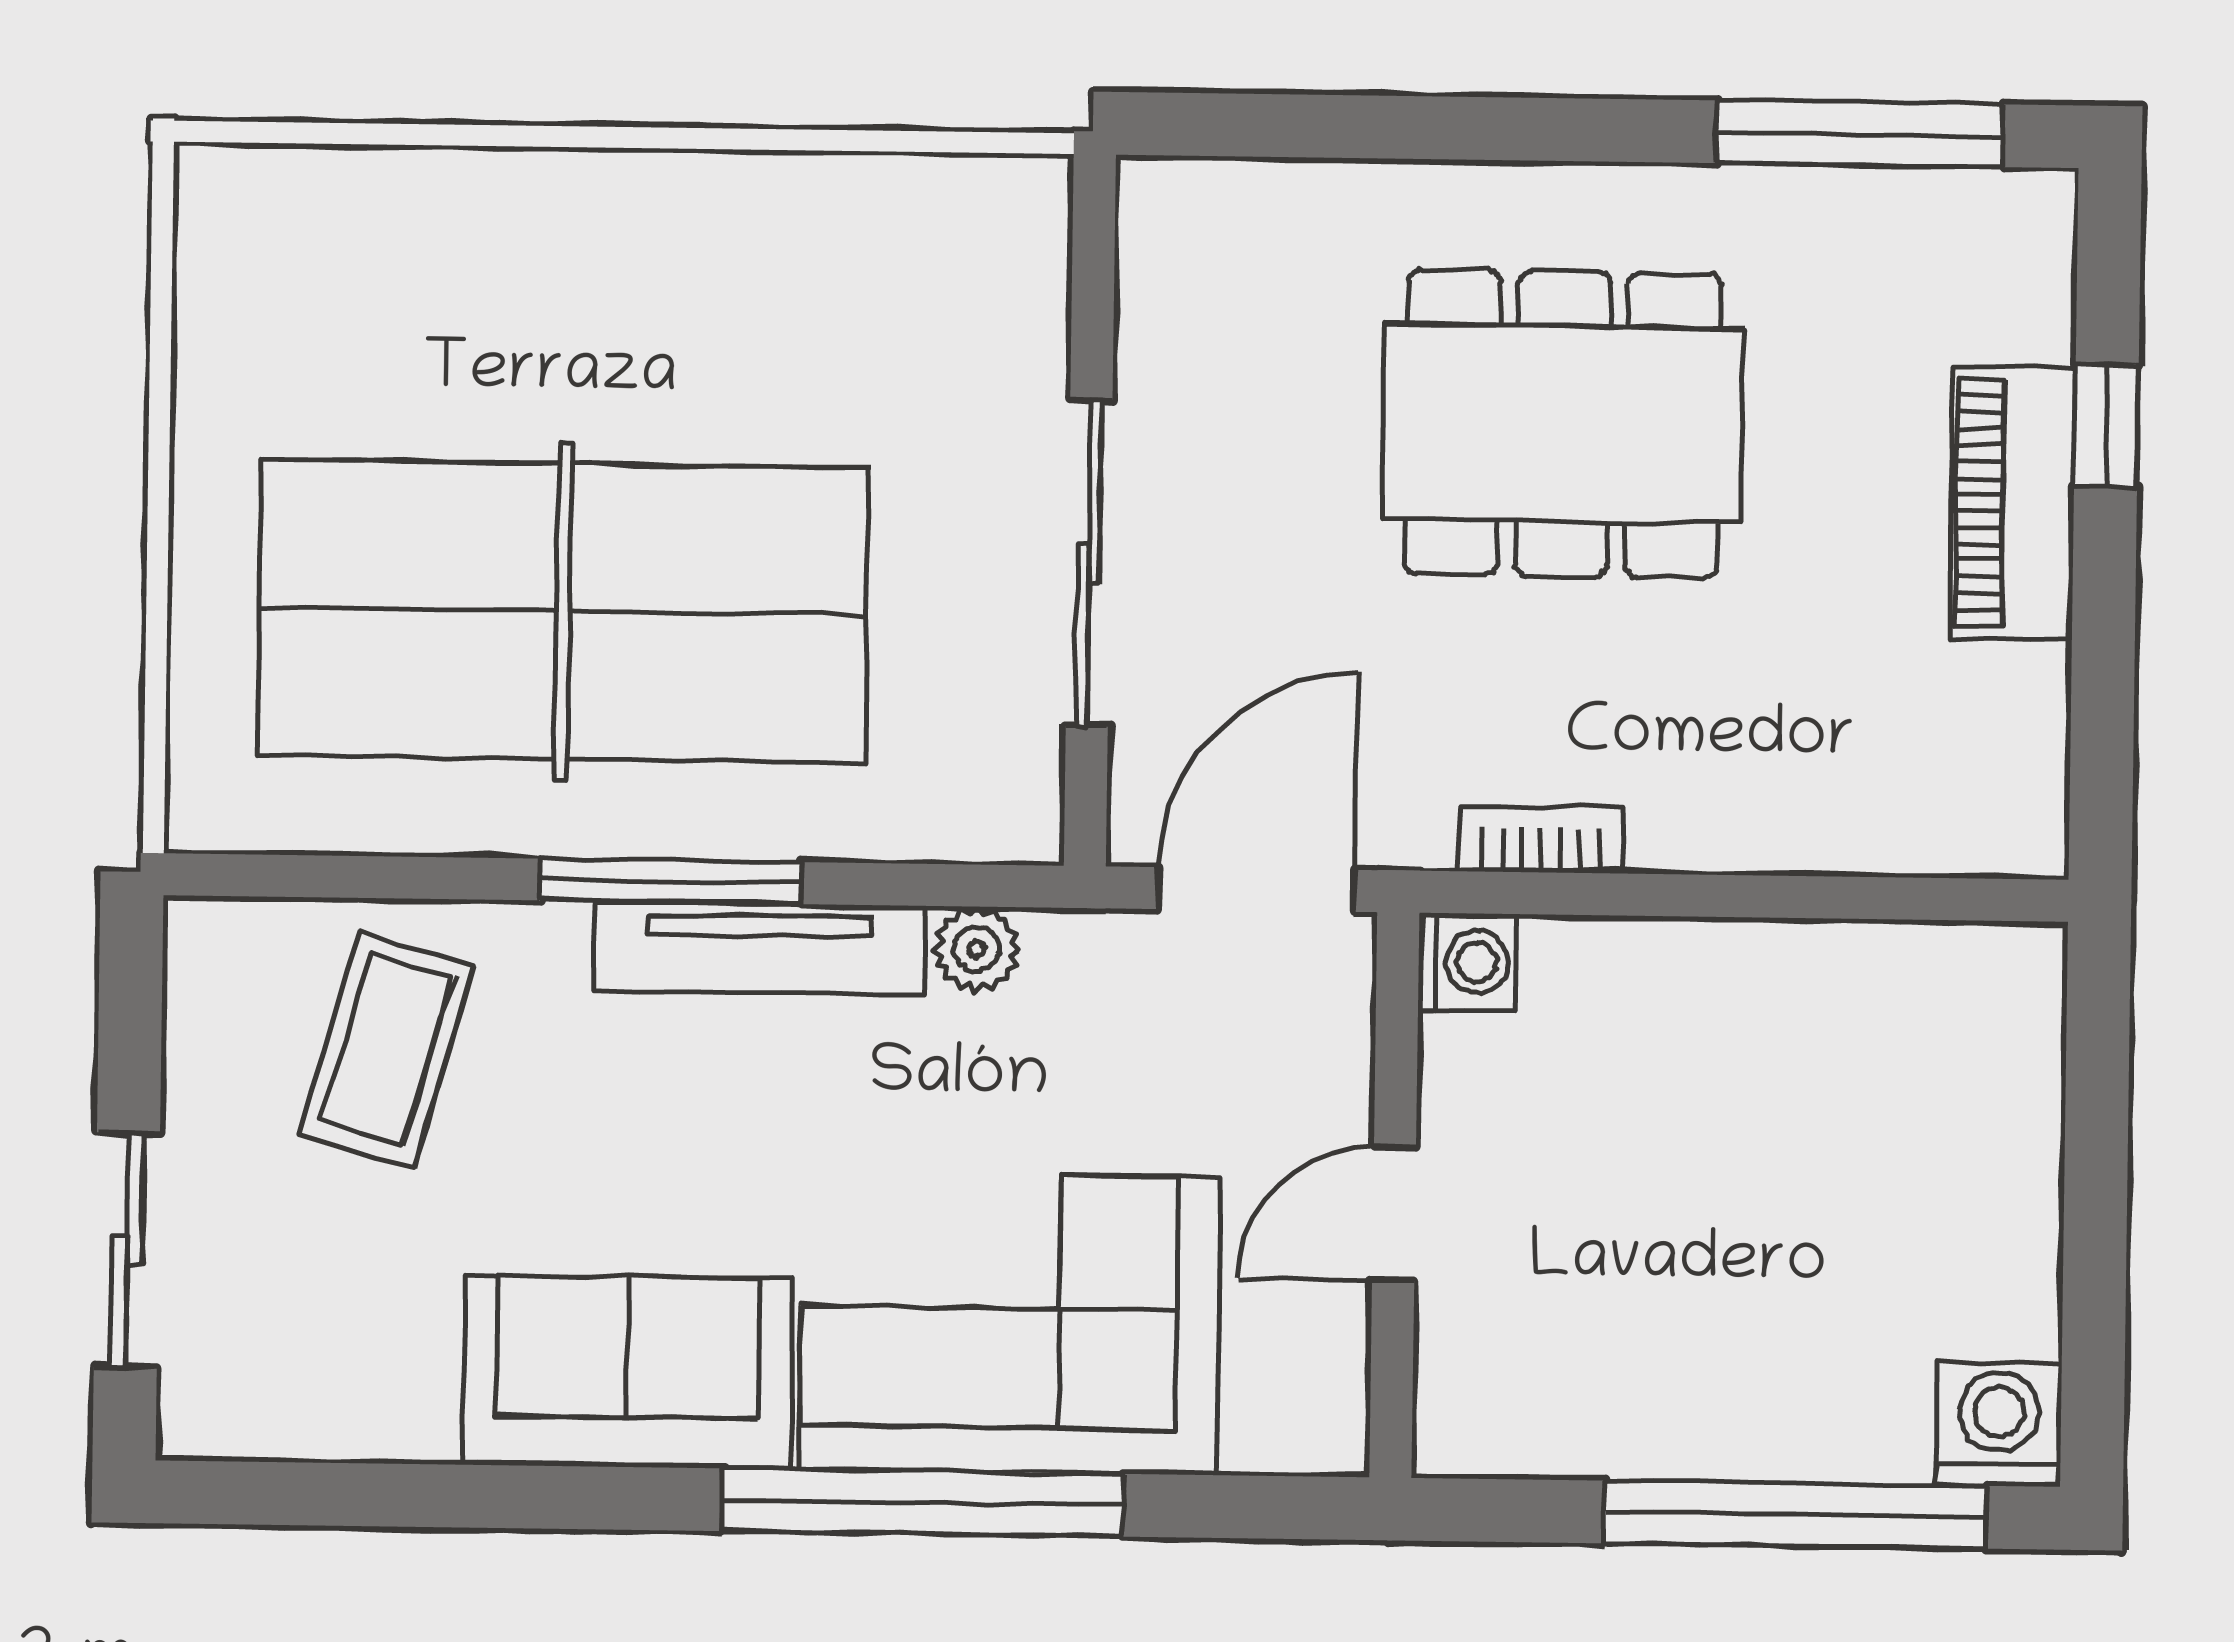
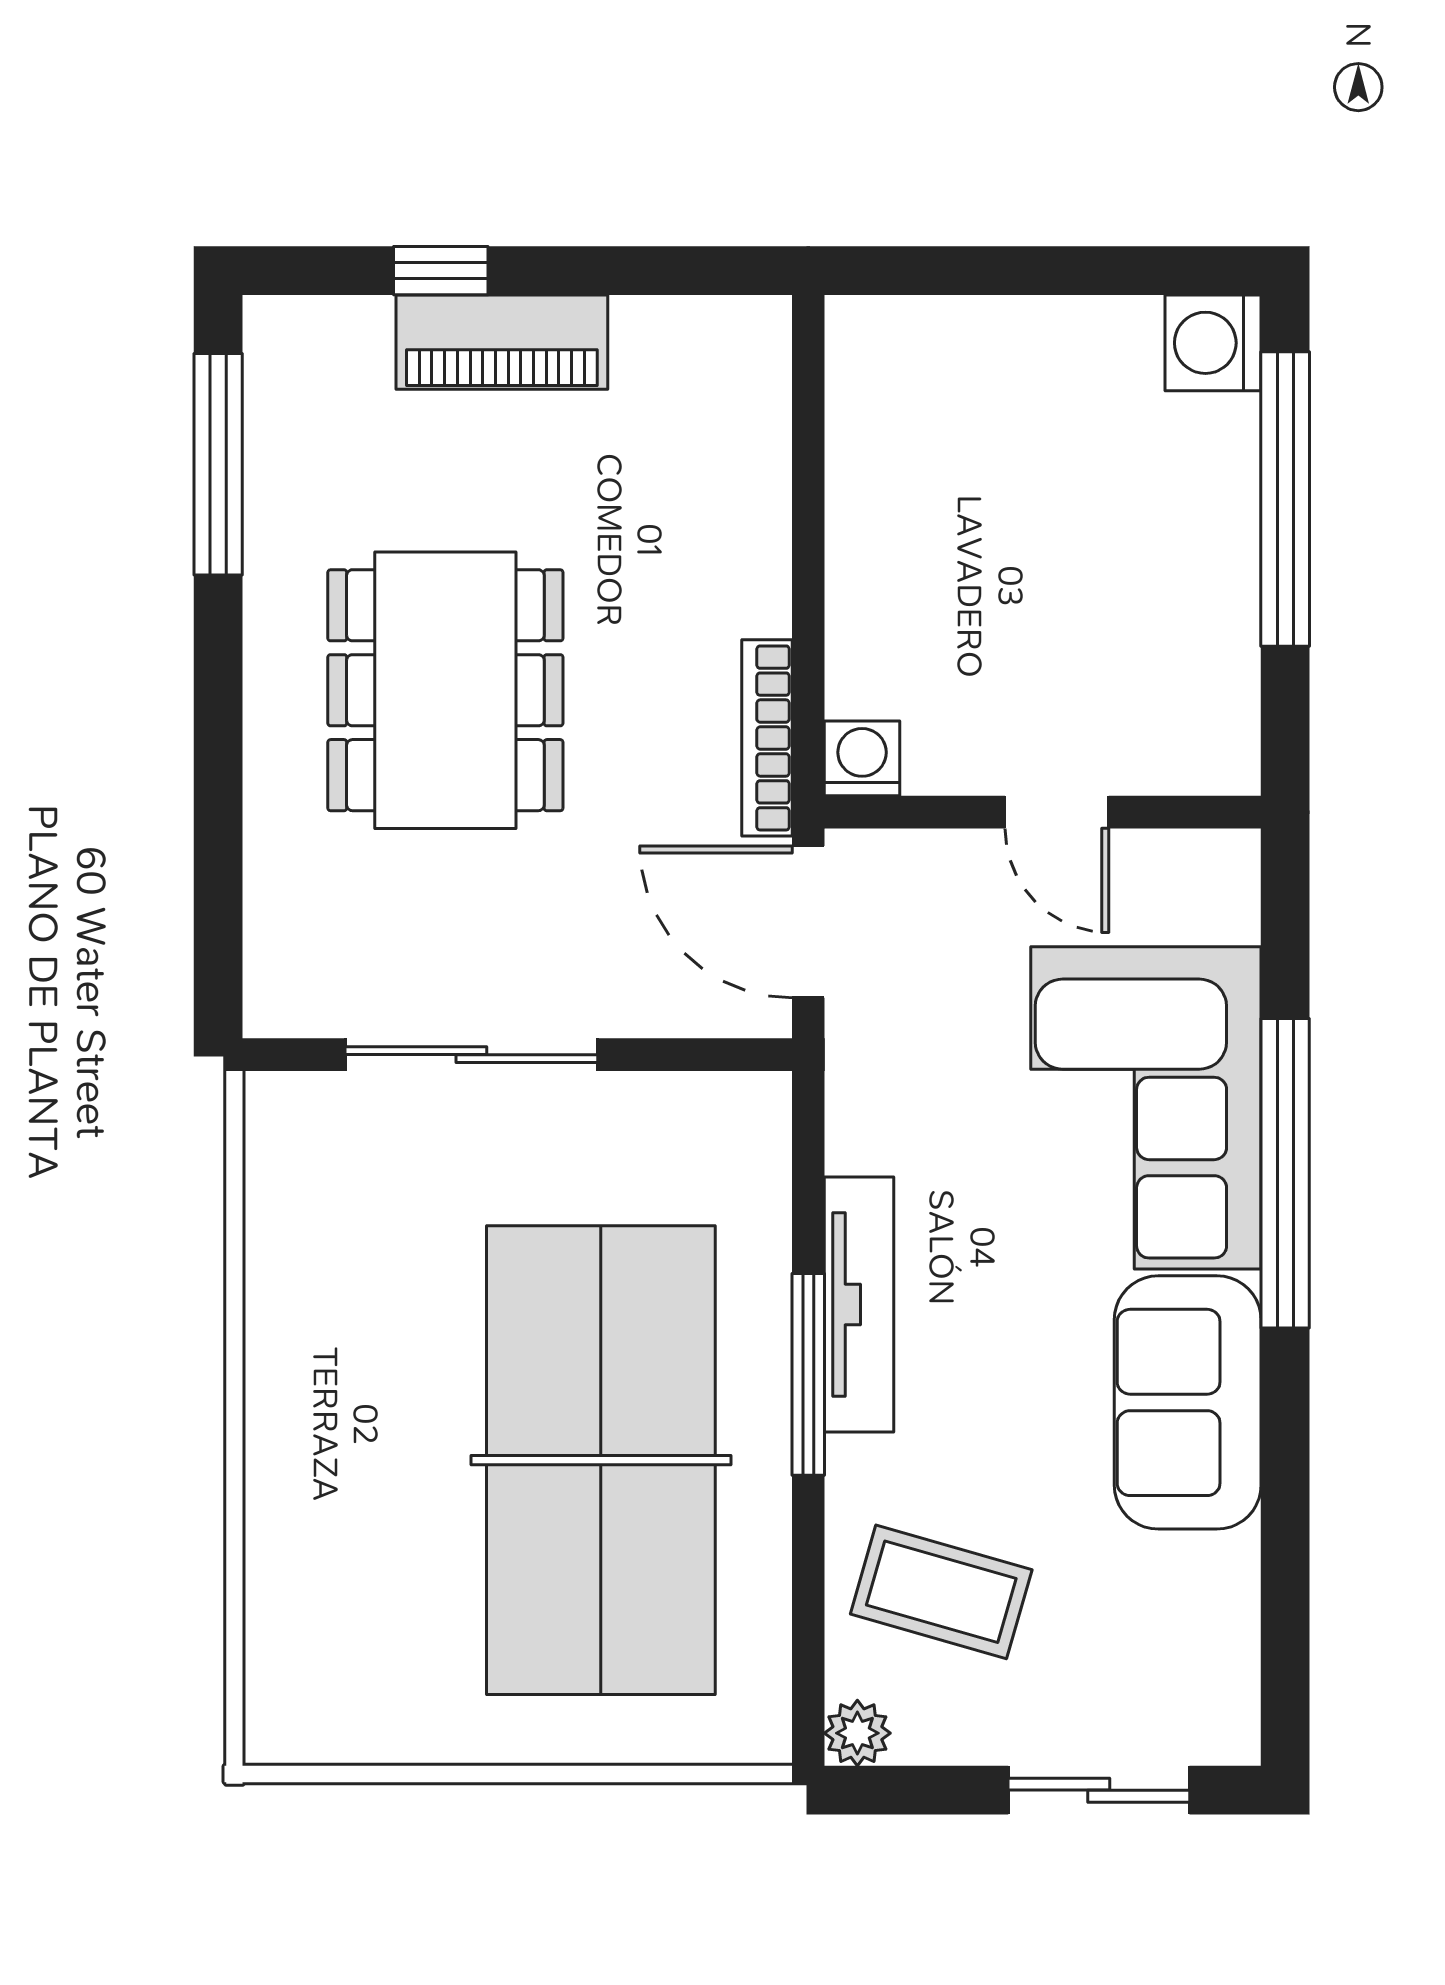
sliding door: (1089, 563) -> (471, 1055), moved
bookcase: (1541, 840) -> (767, 738), width x1.56
plant: (976, 949) -> (857, 1733), moved

